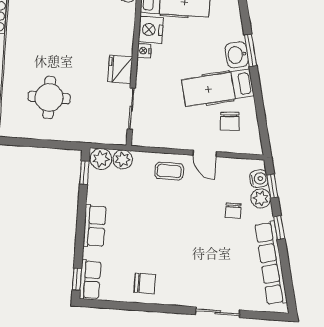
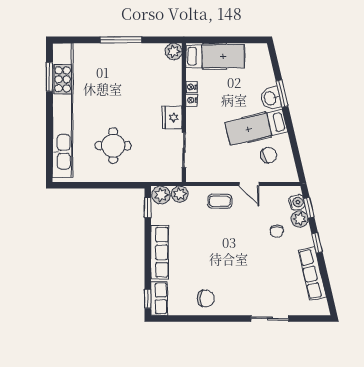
nightstand: (151, 30) -> (191, 87), width x0.53, depth x0.56
chair: (230, 121) -> (269, 155), turned -107
row of seats: (95, 226) -> (160, 252), width x1.48
row of seats: (271, 263) -> (312, 274), width x0.73

